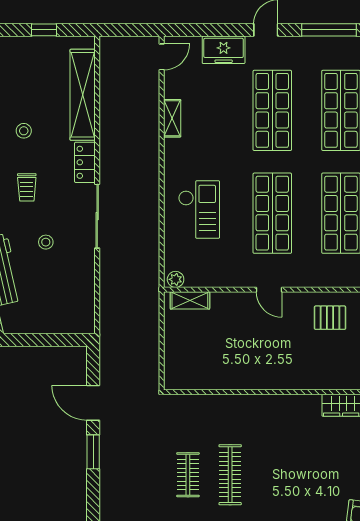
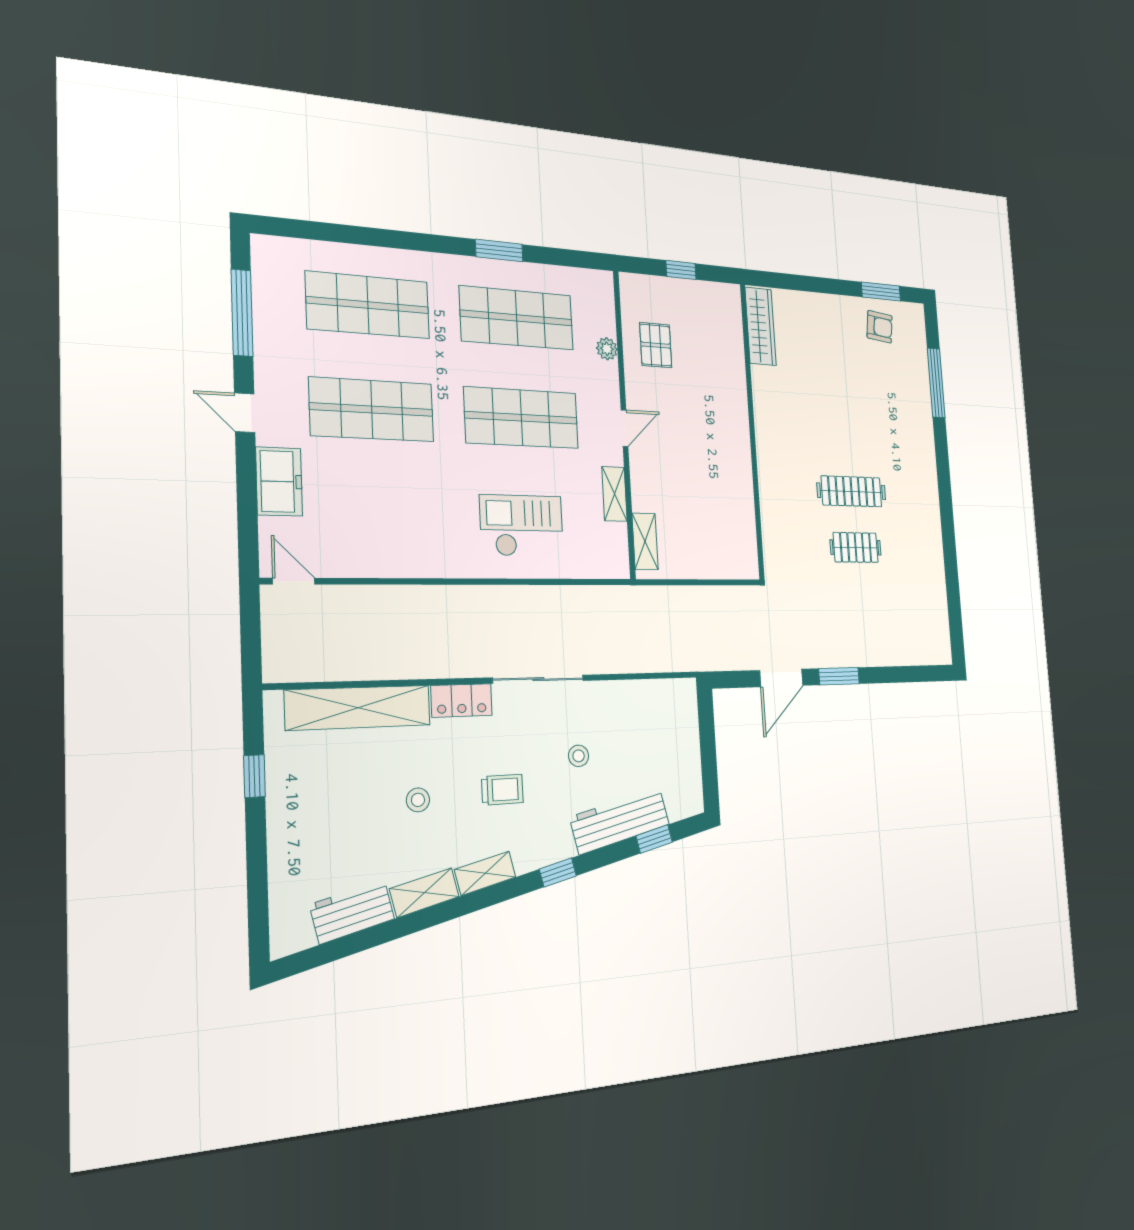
shelving: (172, 118) -> (614, 494), moved, turned 90
plant: (176, 279) -> (607, 349), moved

